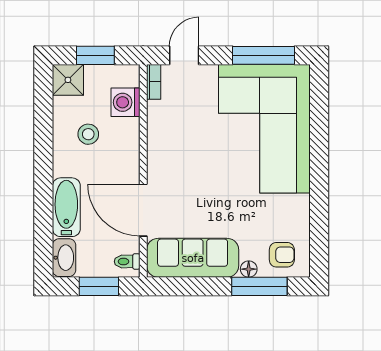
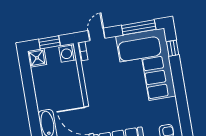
washing machine: (125, 102) -> (68, 54), moved
window: (319, 104) -> (173, 48), added
stool: (88, 134) -> (53, 85), removed

